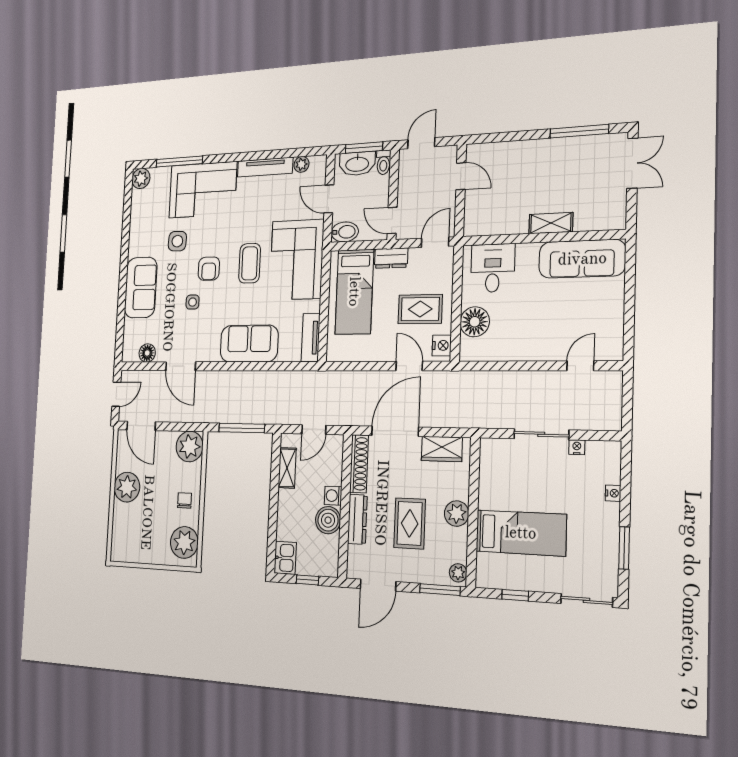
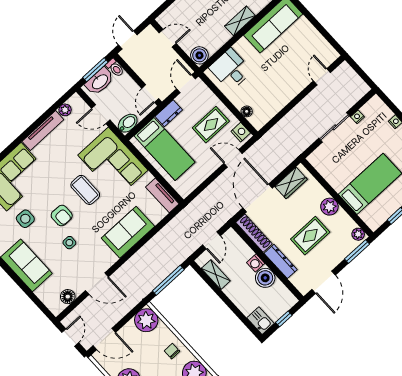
door: (392, 220) -> (150, 94), hinge flipped
boiler: (475, 224) -> (199, 55), added
floor lamp: (475, 322) -> (247, 111), width x0.53, depth x0.53
rug: (410, 523) -> (310, 236), turned 90

